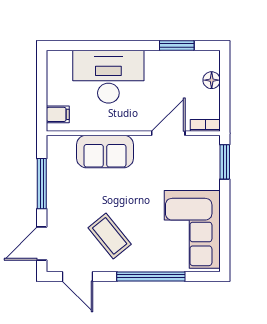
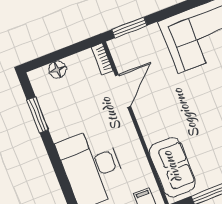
door: (168, 133) -> (123, 91), swing flipped
sofa: (105, 151) -> (172, 167), moved

